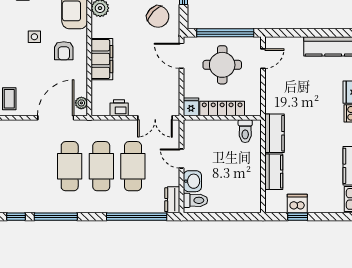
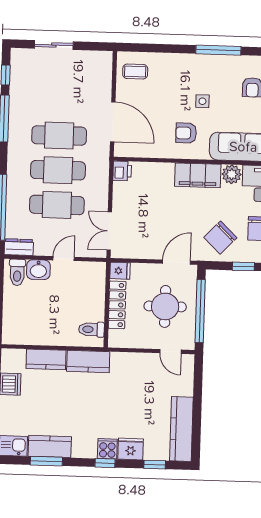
filing cabinet: (102, 59) -> (198, 175), moved
plant: (81, 103) -> (128, 151), removed
printer: (119, 108) -> (122, 171), moved

